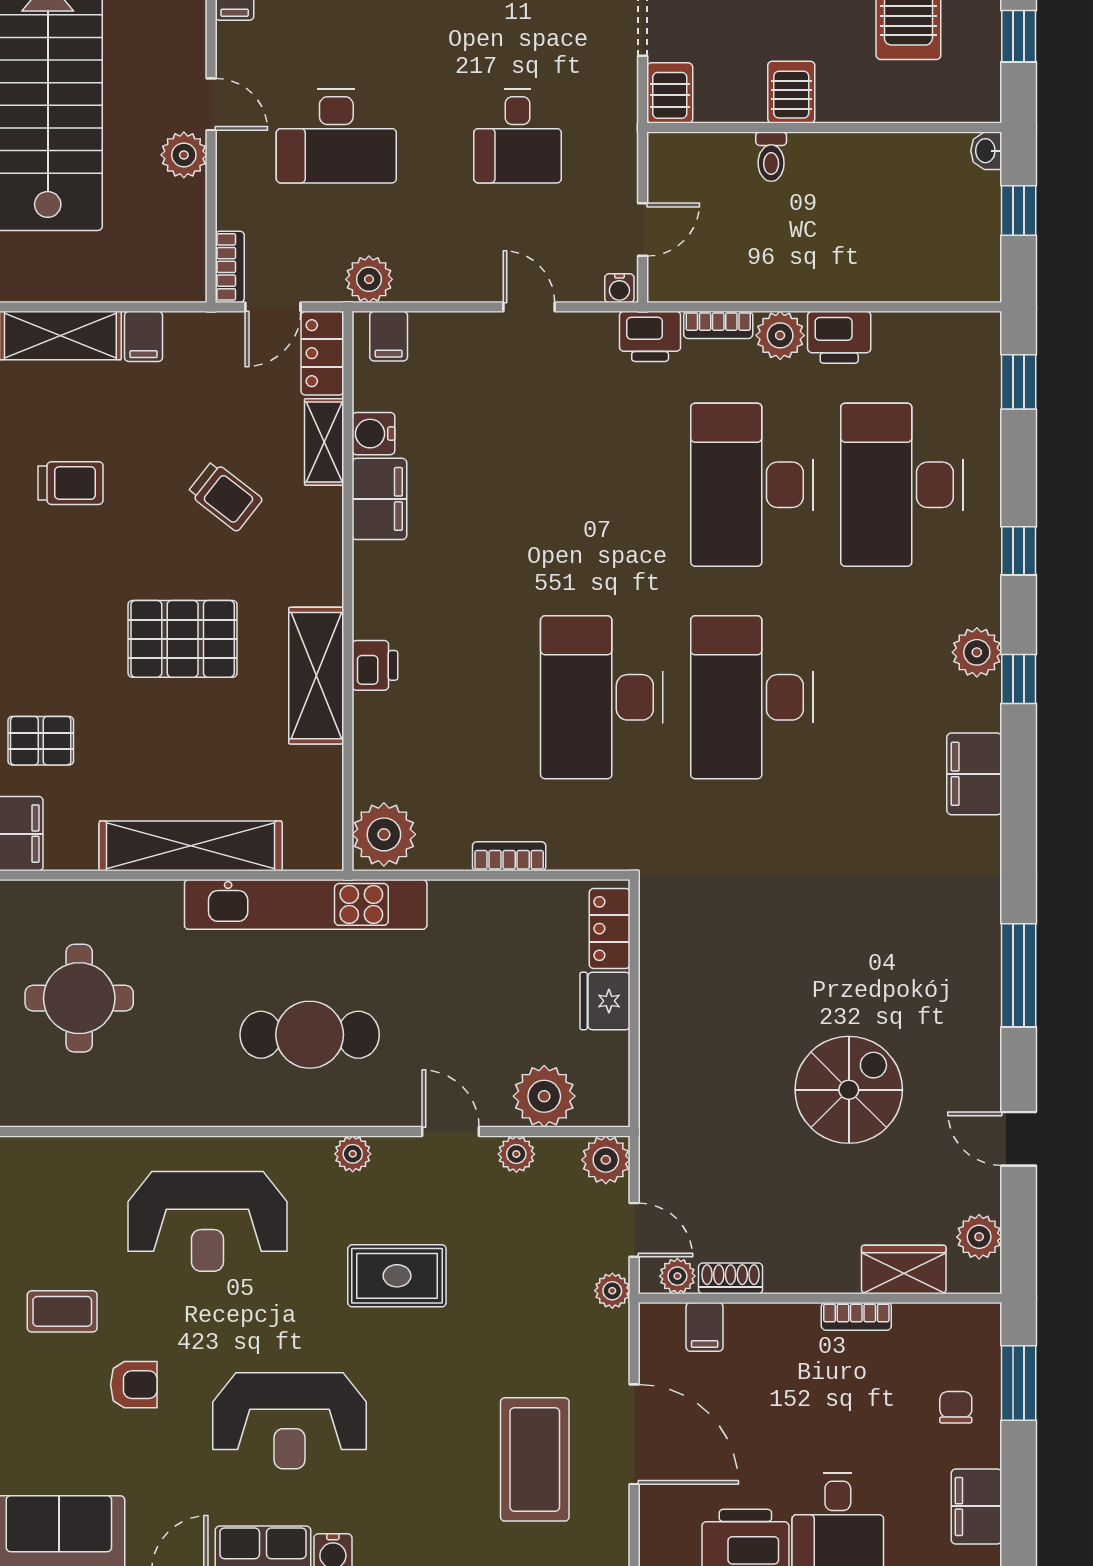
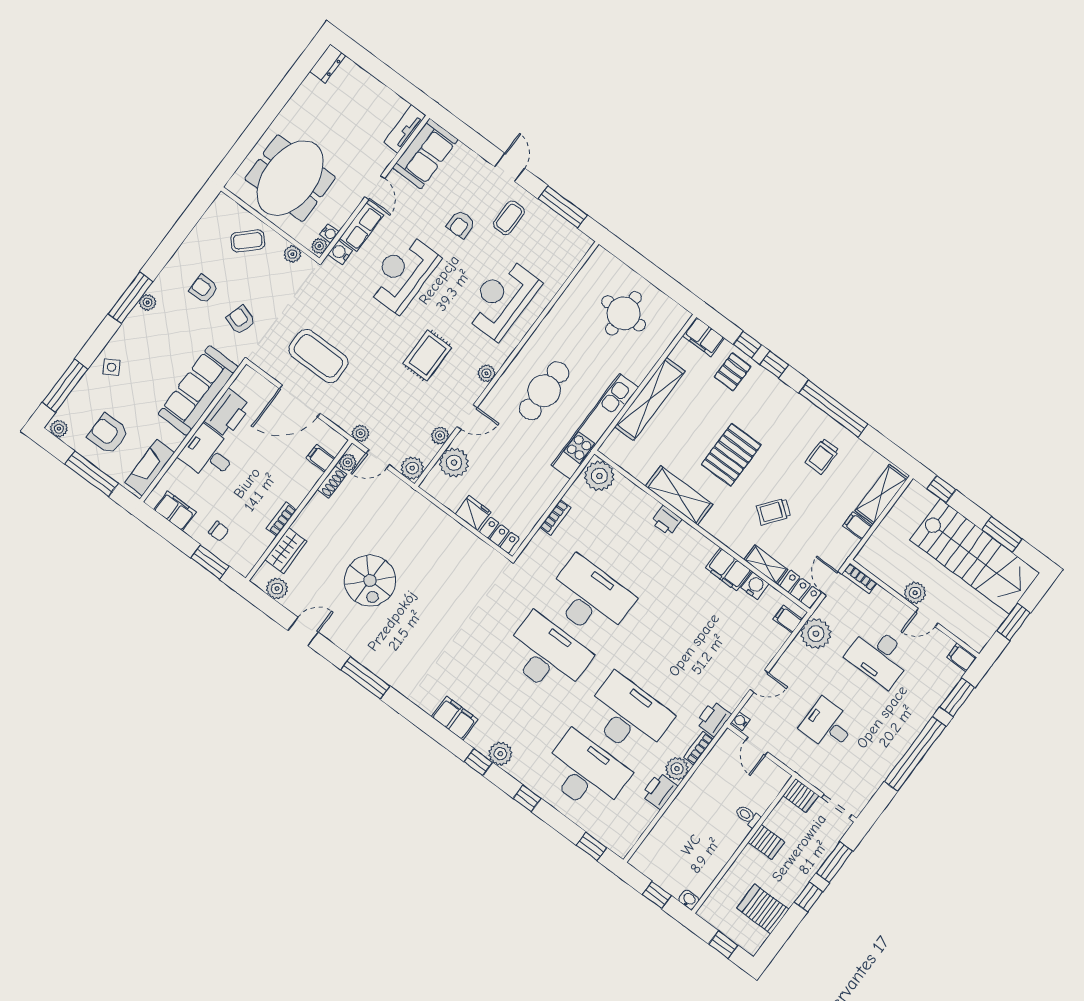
desk: (336, 136) -> (879, 656), turned -90
plant: (369, 279) -> (816, 634), width x1.36, depth x1.36

